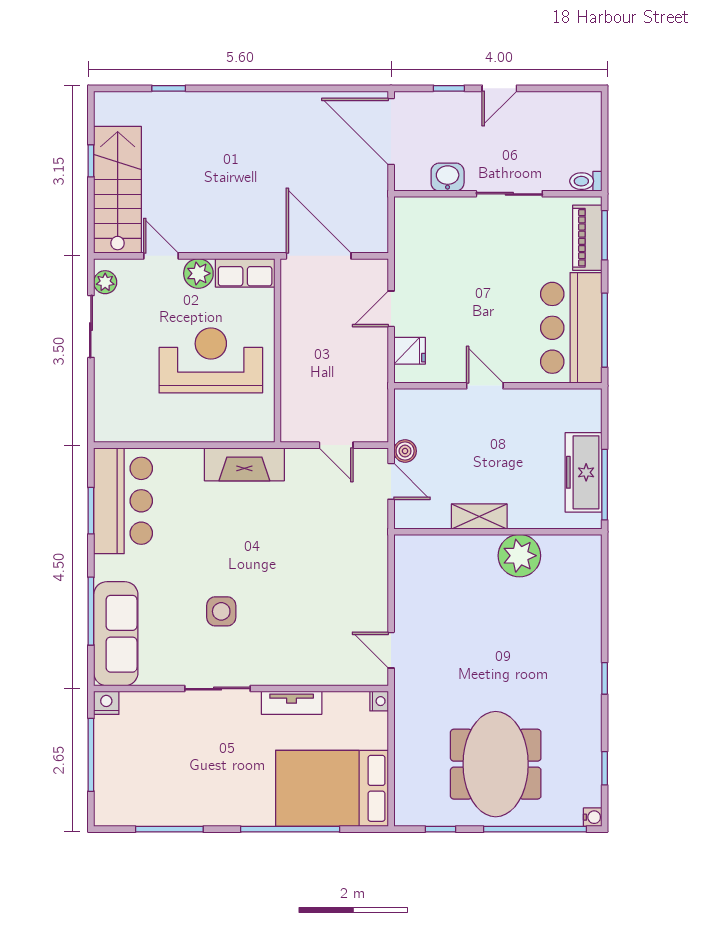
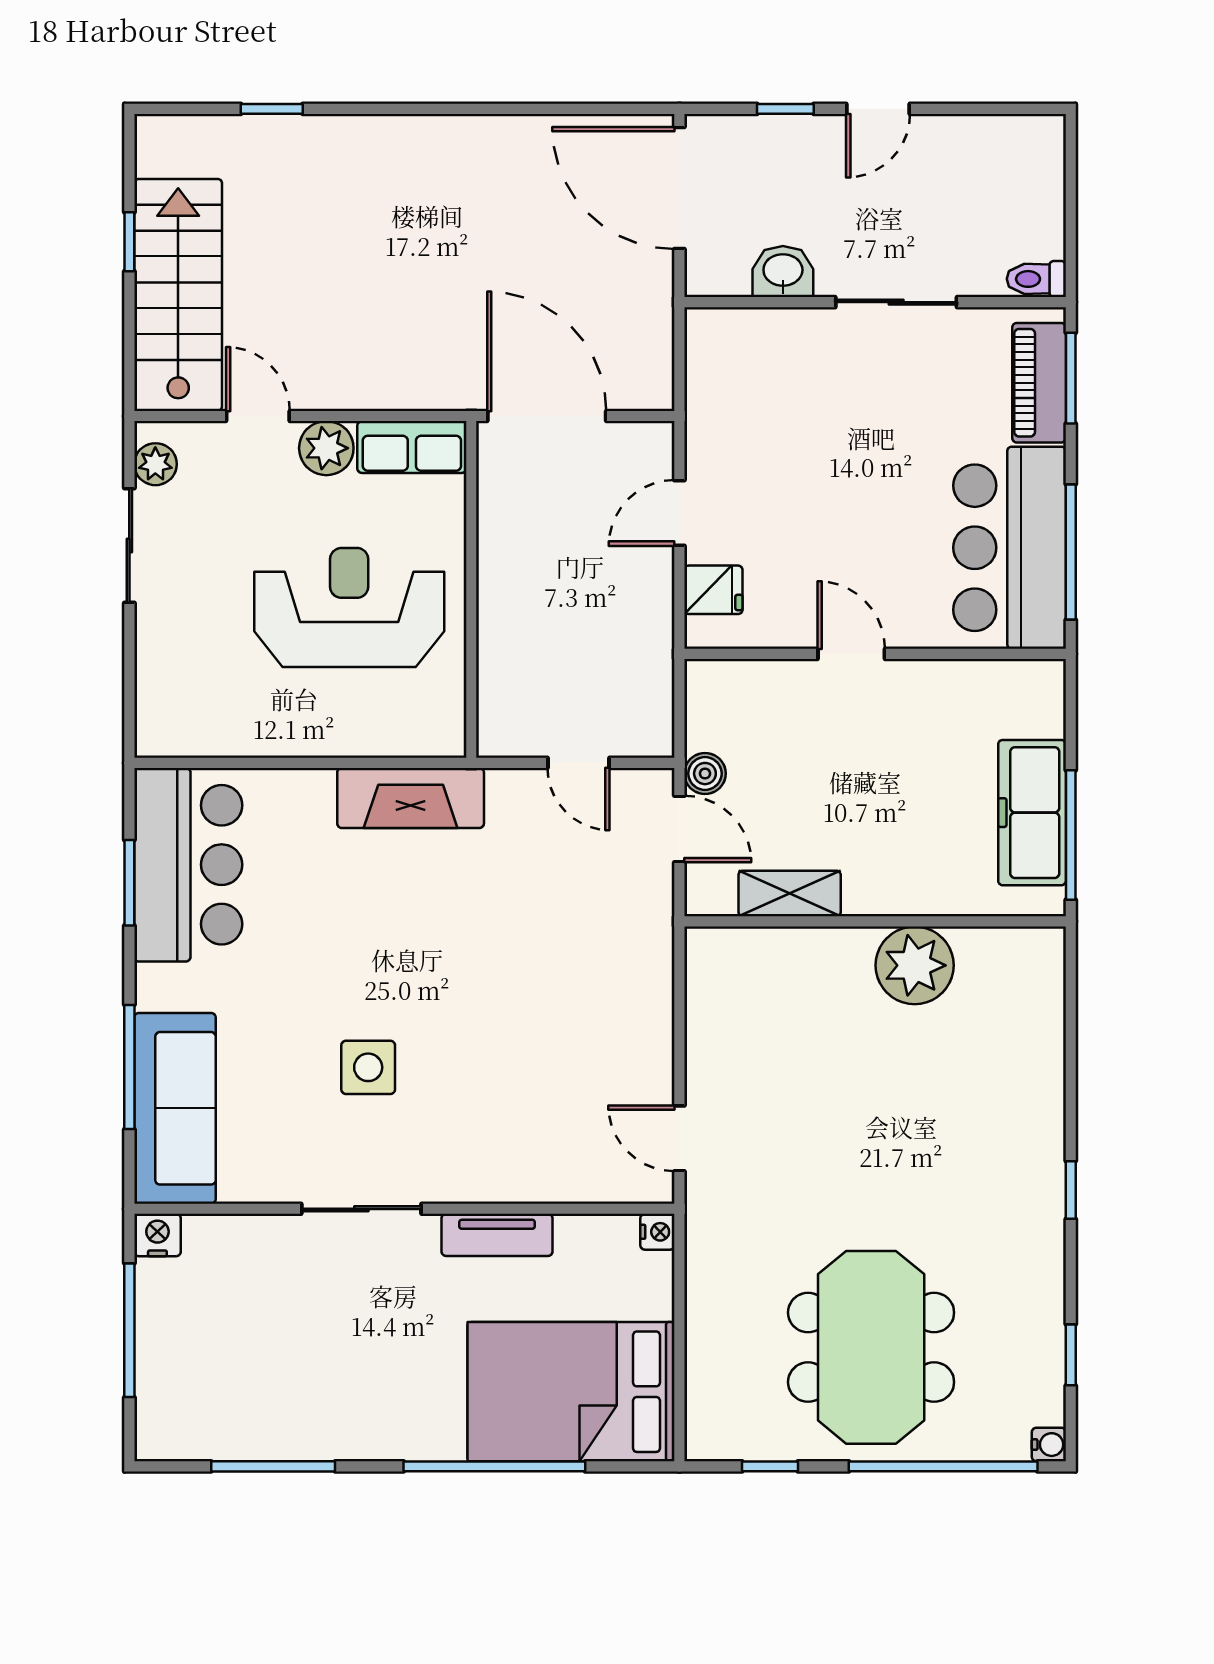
shelving: (479, 516) -> (790, 893), moved

